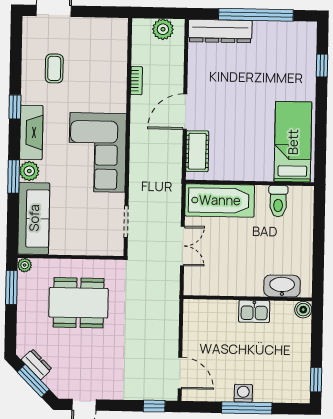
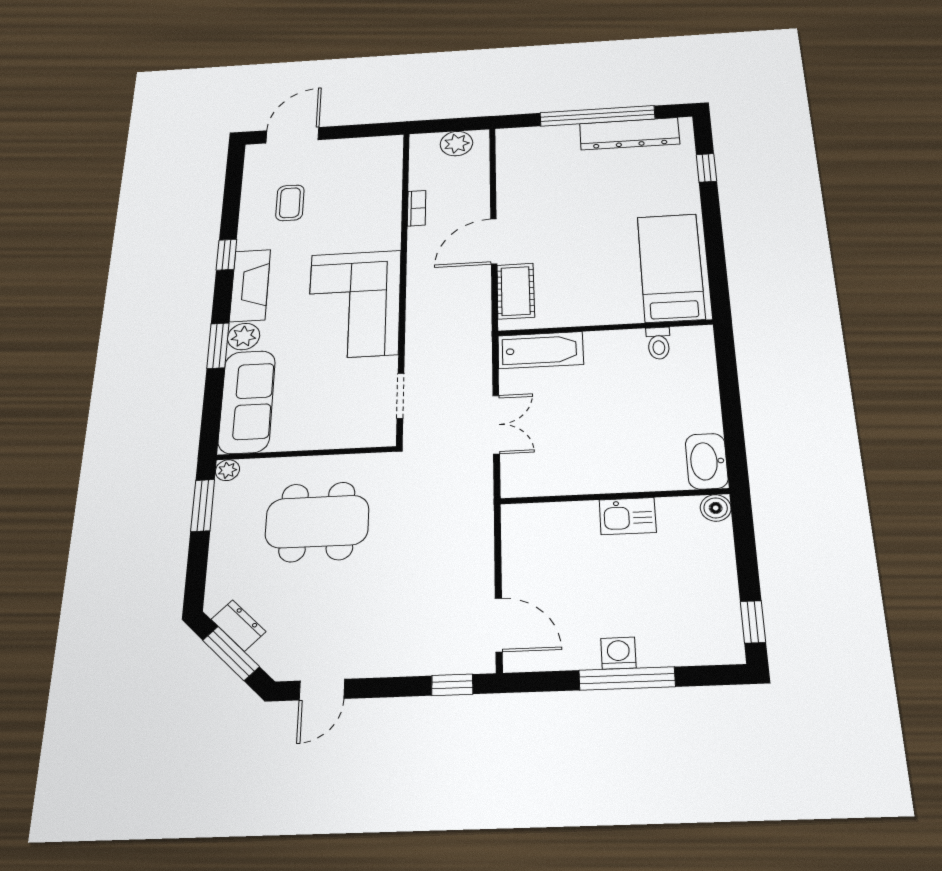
dresser: (220, 31) -> (629, 134), moved
bathtub: (220, 200) -> (540, 350), width x0.73, depth x0.73
toilet: (278, 201) -> (659, 343), width x0.73, depth x0.72
washbasin: (282, 286) -> (707, 461), moved, turned -90

